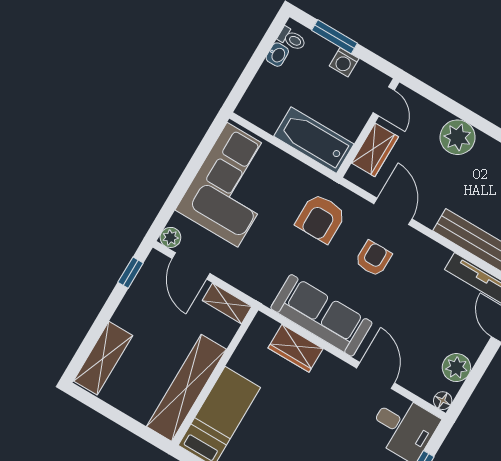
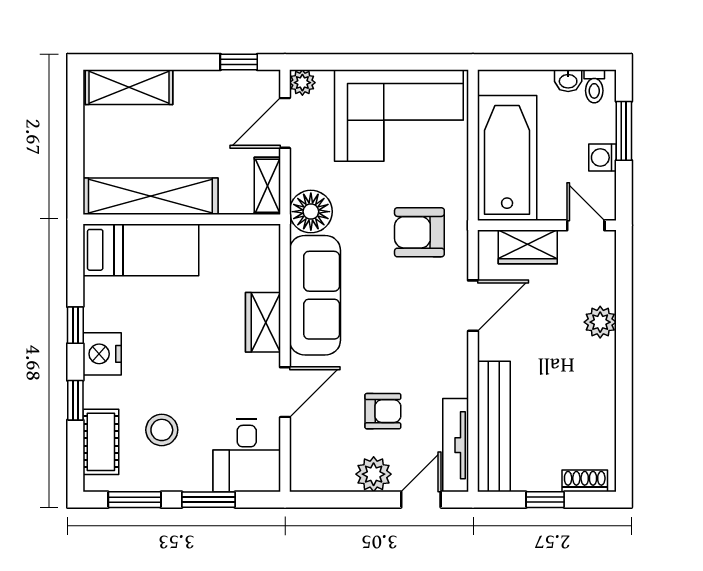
door: (384, 101) -> (586, 225), swing flipped
plant: (458, 137) -> (600, 322), width x0.73, depth x0.73
bathtub: (314, 140) -> (507, 158), width x1.36, depth x1.36
armchair: (373, 258) -> (383, 411), moved
wardrobe: (296, 348) -> (263, 322), moved
plant: (456, 368) -> (374, 474), moved
floor lamp: (443, 401) -> (311, 212), moved, width x1.89, depth x1.89

